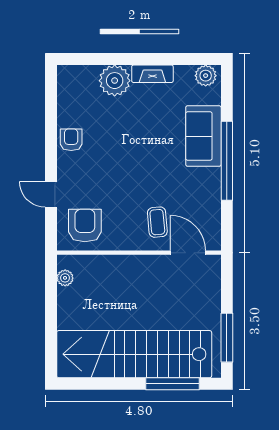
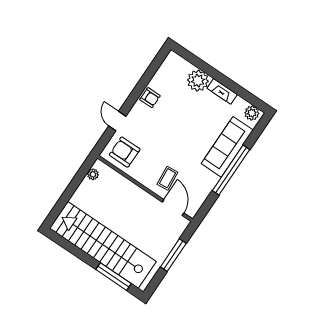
sofa: (203, 136) -> (227, 147), width x1.36
armchair: (71, 140) -> (150, 98), turned 90
armchair: (85, 225) -> (125, 152), turned -90
window: (227, 338) -> (173, 255), moved

